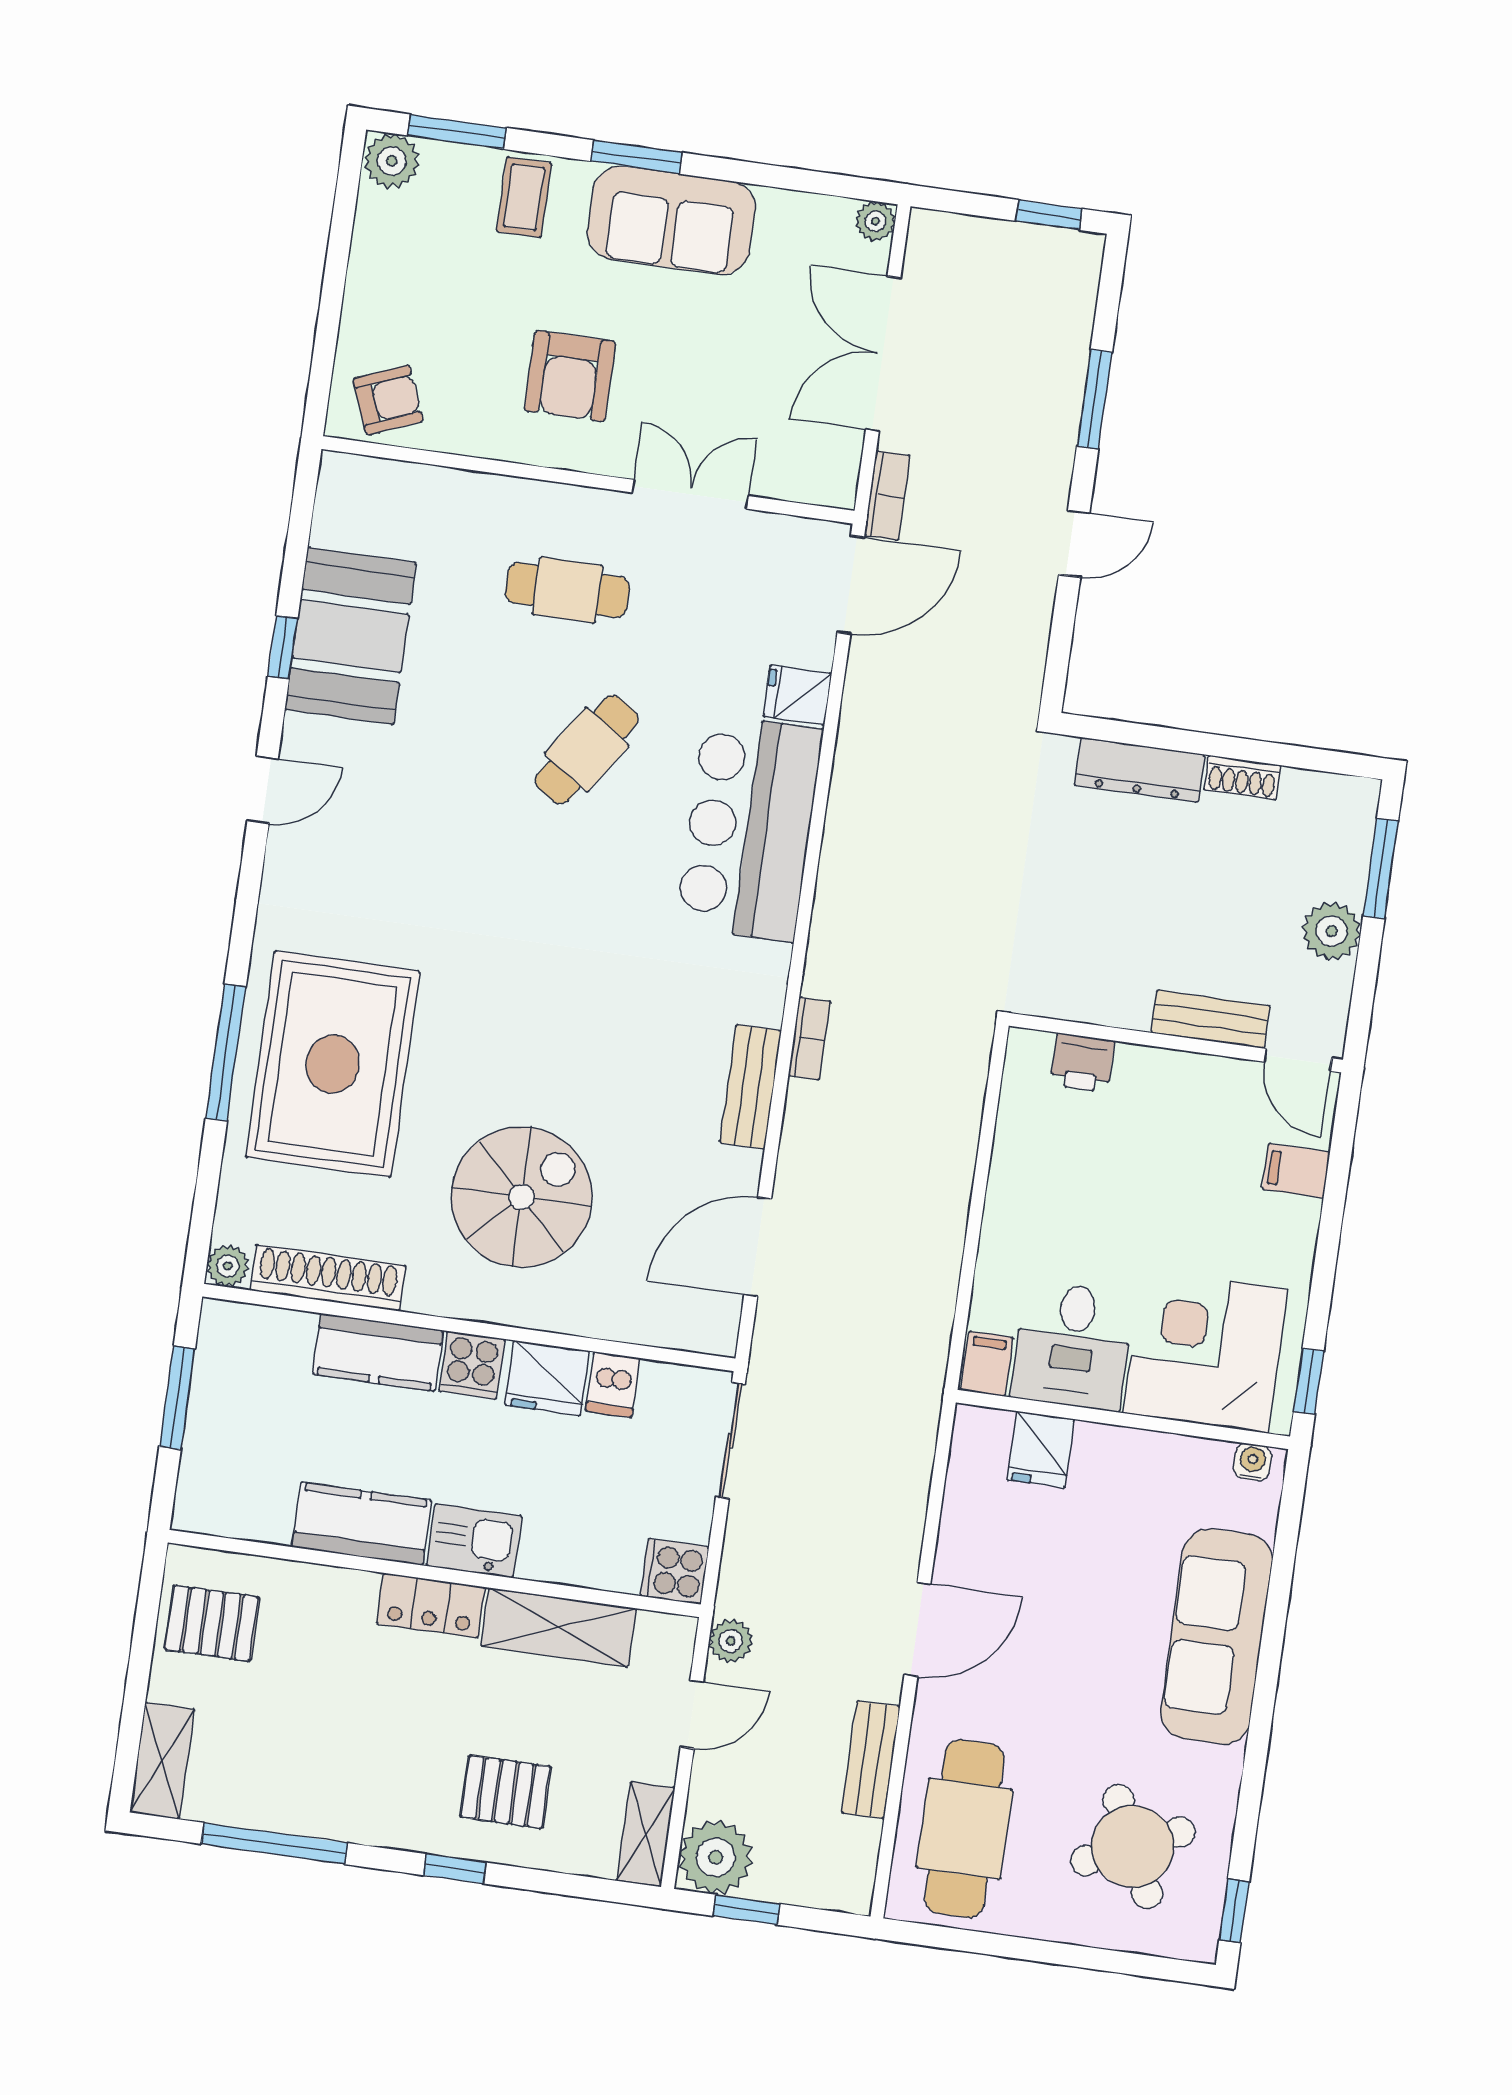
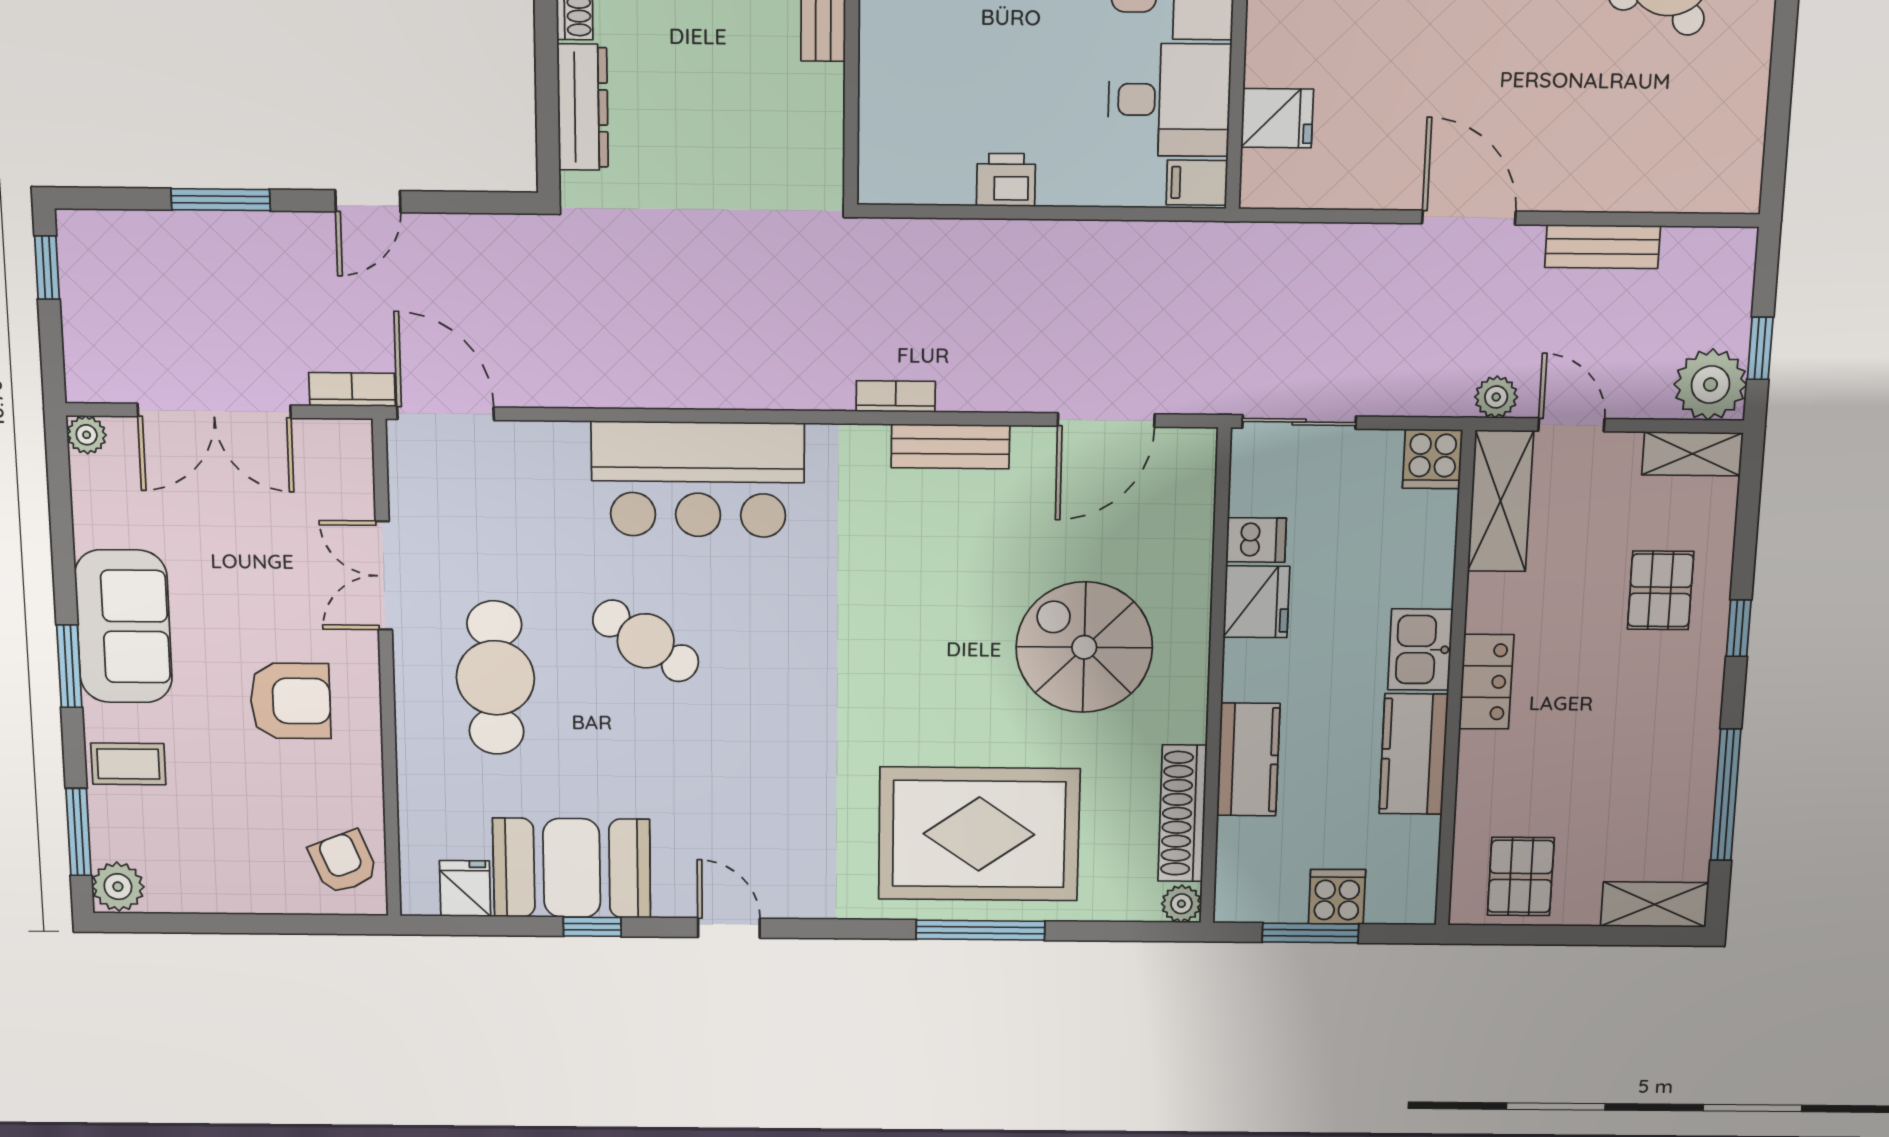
door: (1074, 544) -> (368, 201), swing flipped
cafe table: (567, 590) -> (495, 678), width x1.37, depth x1.35
fridge: (797, 695) -> (465, 888), moved, turned 180
printer: (1082, 1063) -> (1006, 180), moved, turned -90
door: (758, 1247) -> (1106, 420), hinge flipped
cooker: (472, 1365) -> (1337, 897), moved, turned -90
shelving: (559, 1627) -> (1500, 501), moved
cafe table: (964, 1829) -> (1665, 145), removed

